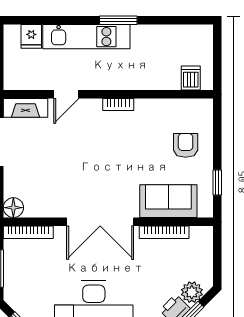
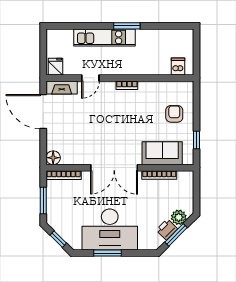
fridge: (31, 36) -> (56, 67), moved, turned 180

